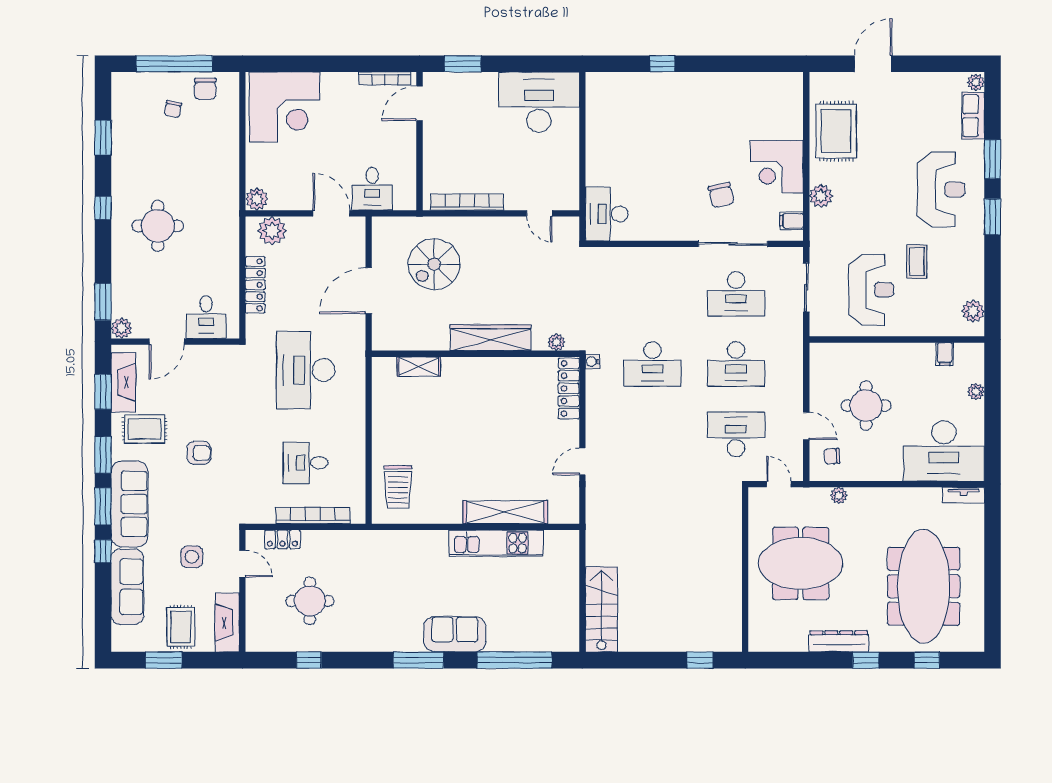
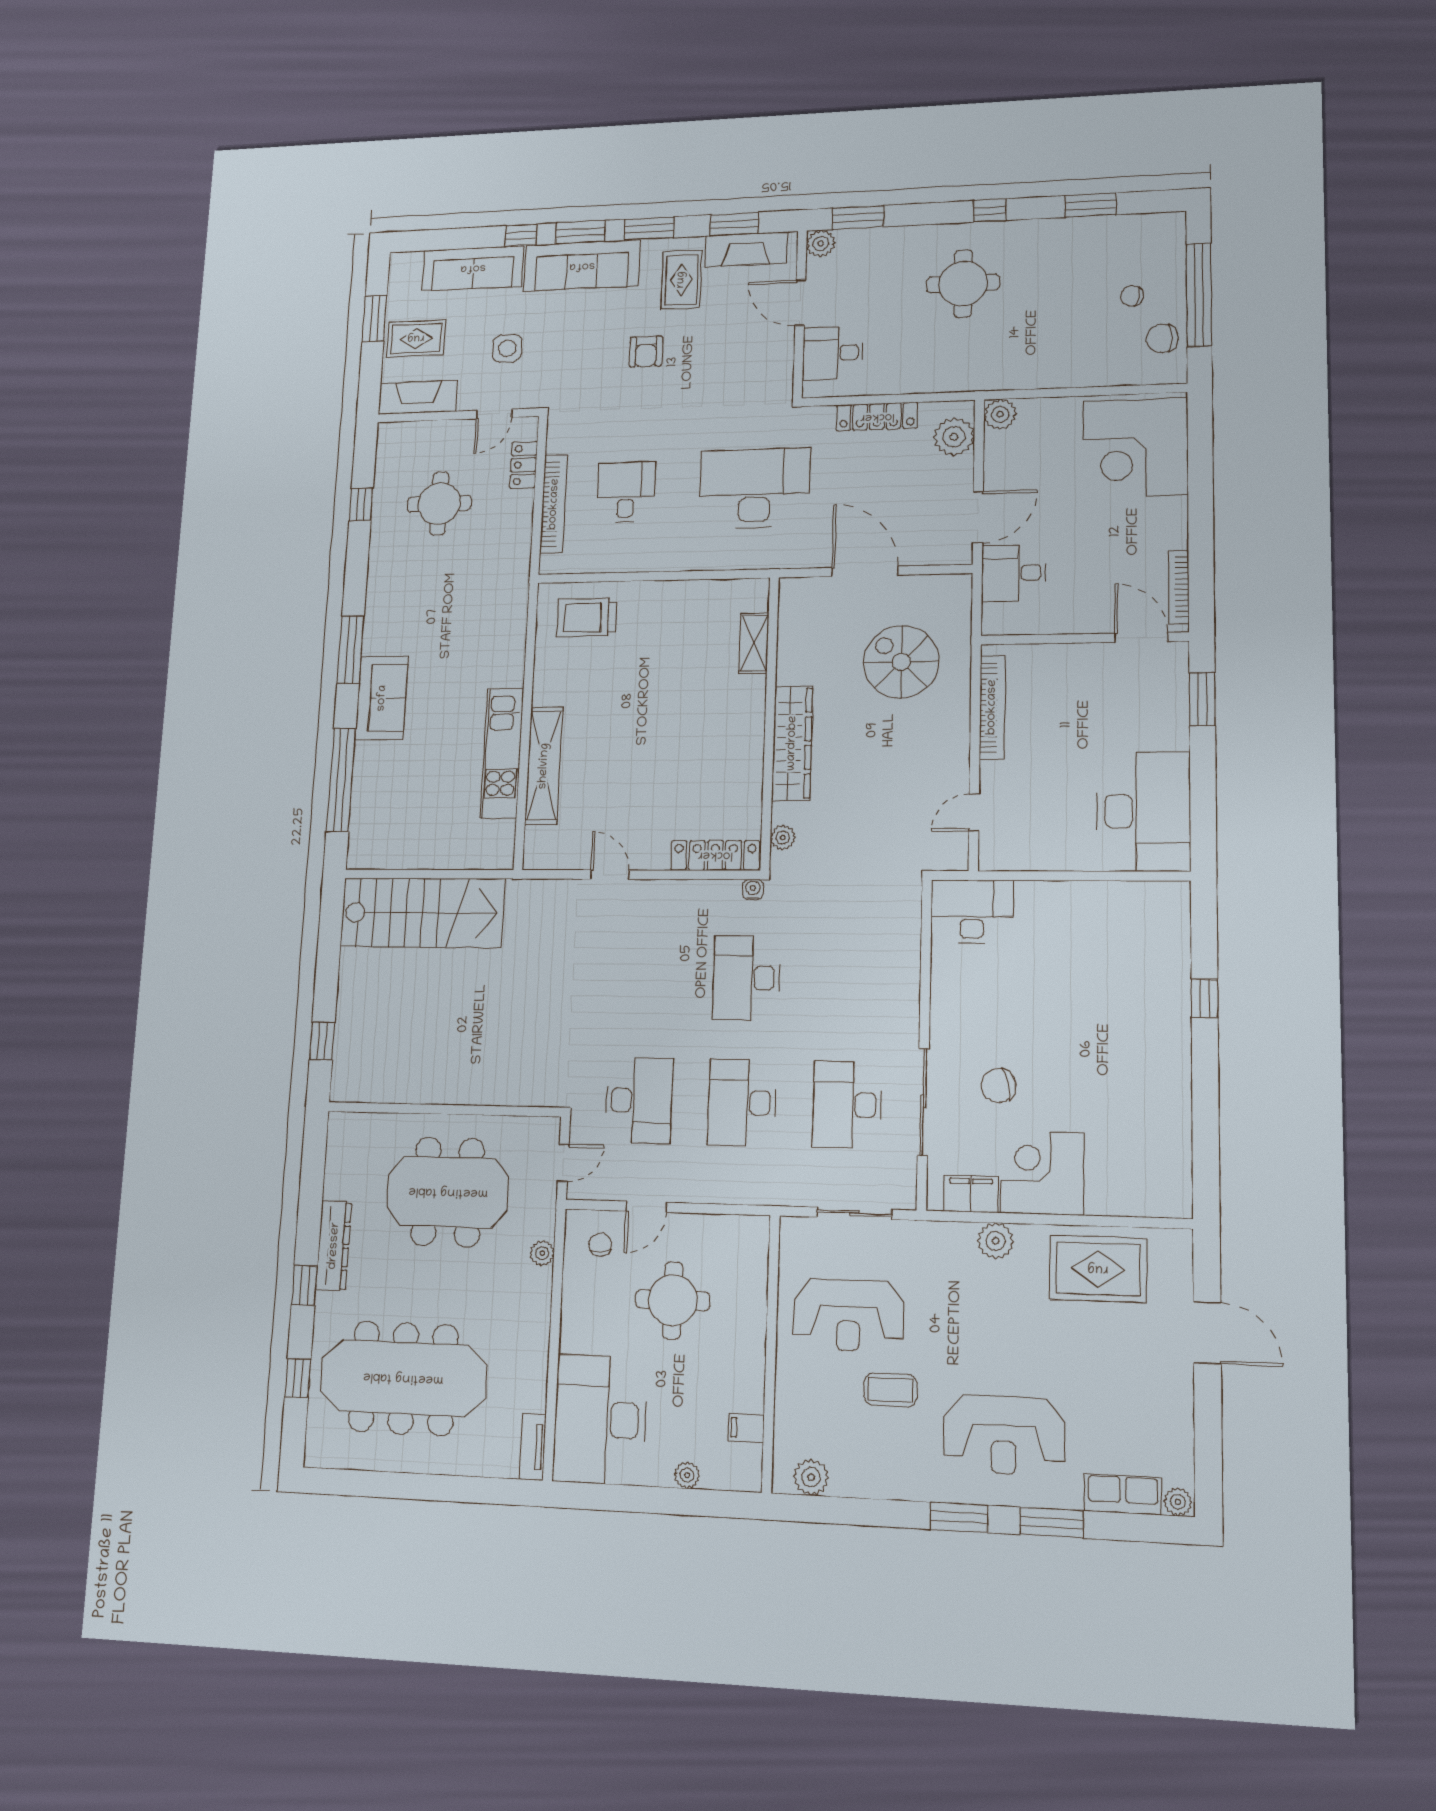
filing cabinet: (792, 221) -> (971, 1194), width x2.00
meeting table: (801, 563) -> (448, 1192), turned 90
stairs: (601, 609) -> (422, 913), width x1.36, depth x1.51

